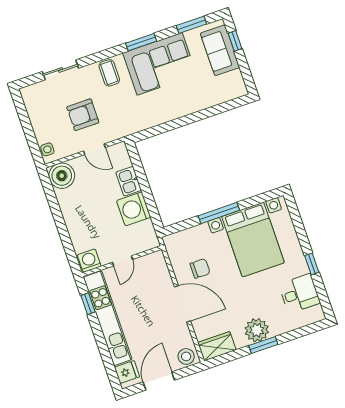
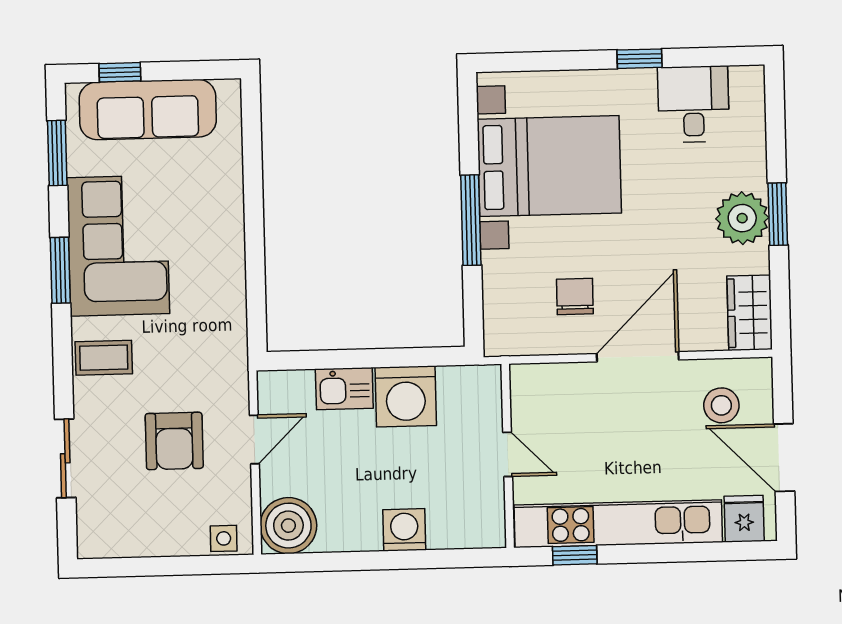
sofa: (220, 50) -> (148, 110), width x1.36
washing machine: (89, 261) -> (404, 530), moved, turned 90
stool: (186, 356) -> (721, 405), moved

